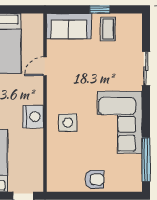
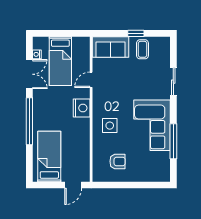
nightstand: (33, 117) -> (82, 108), moved
window: (146, 160) -> (173, 141), moved
armchair: (94, 179) -> (117, 161), moved

